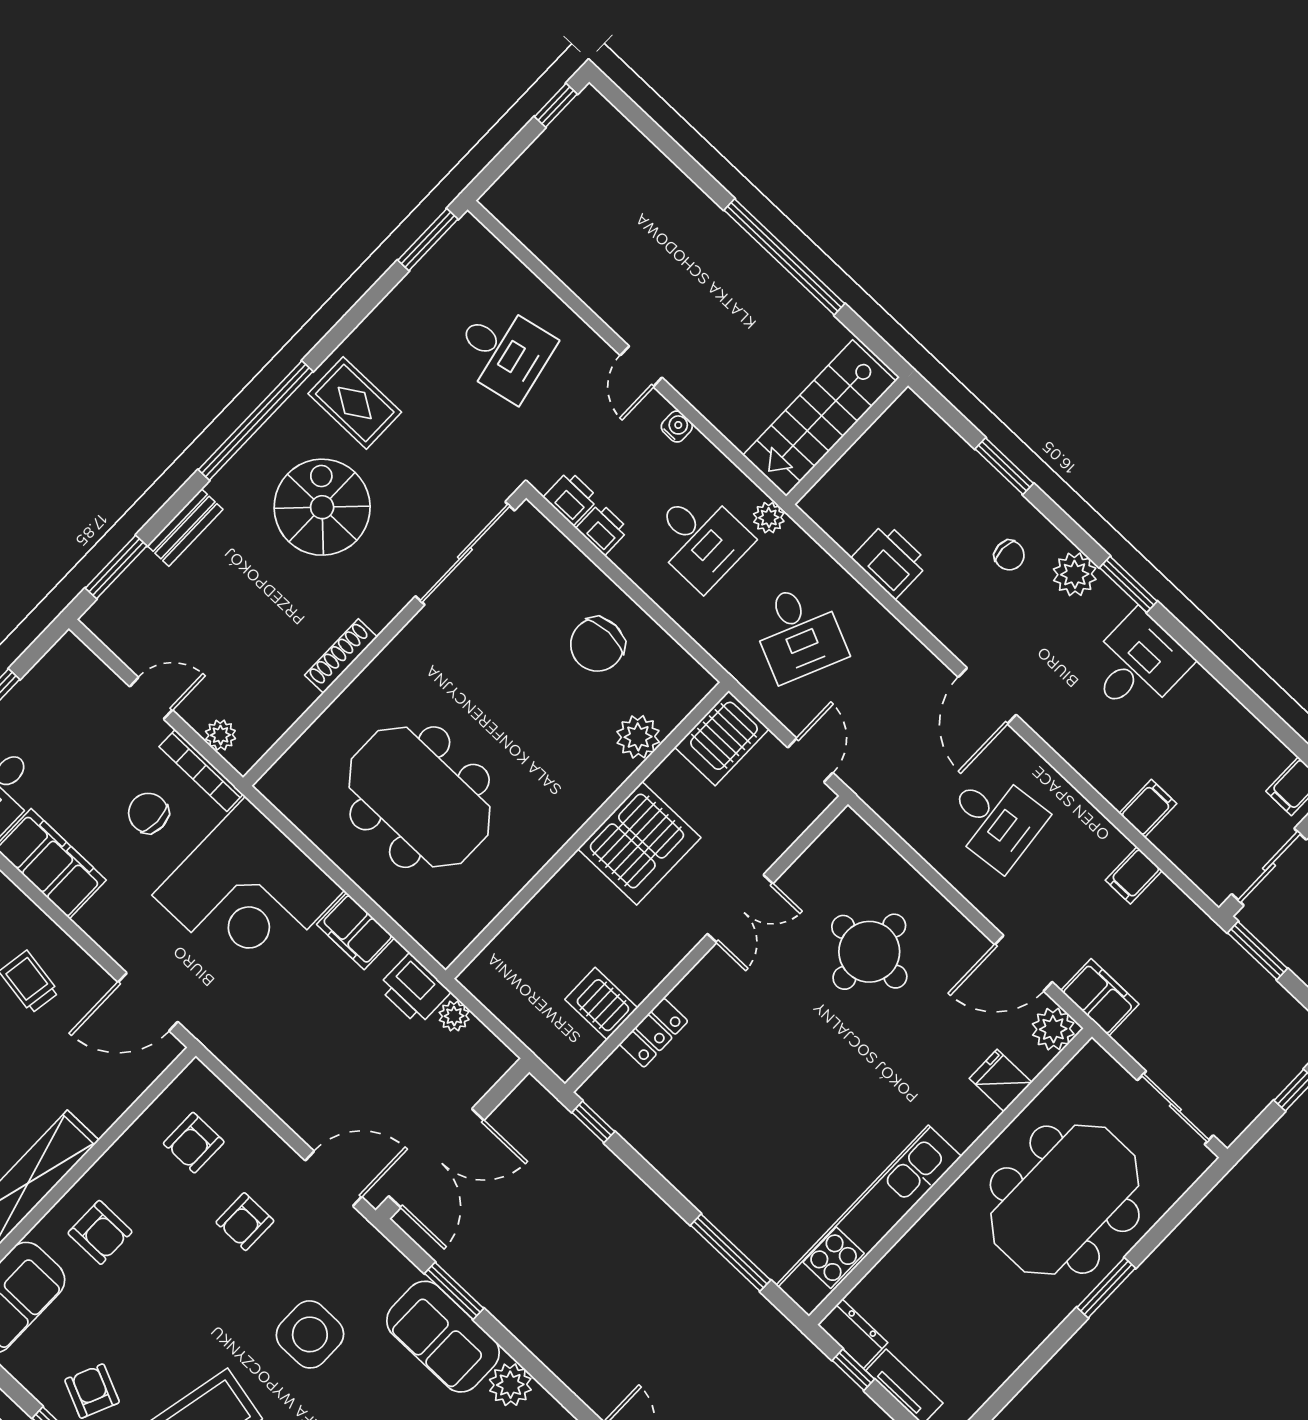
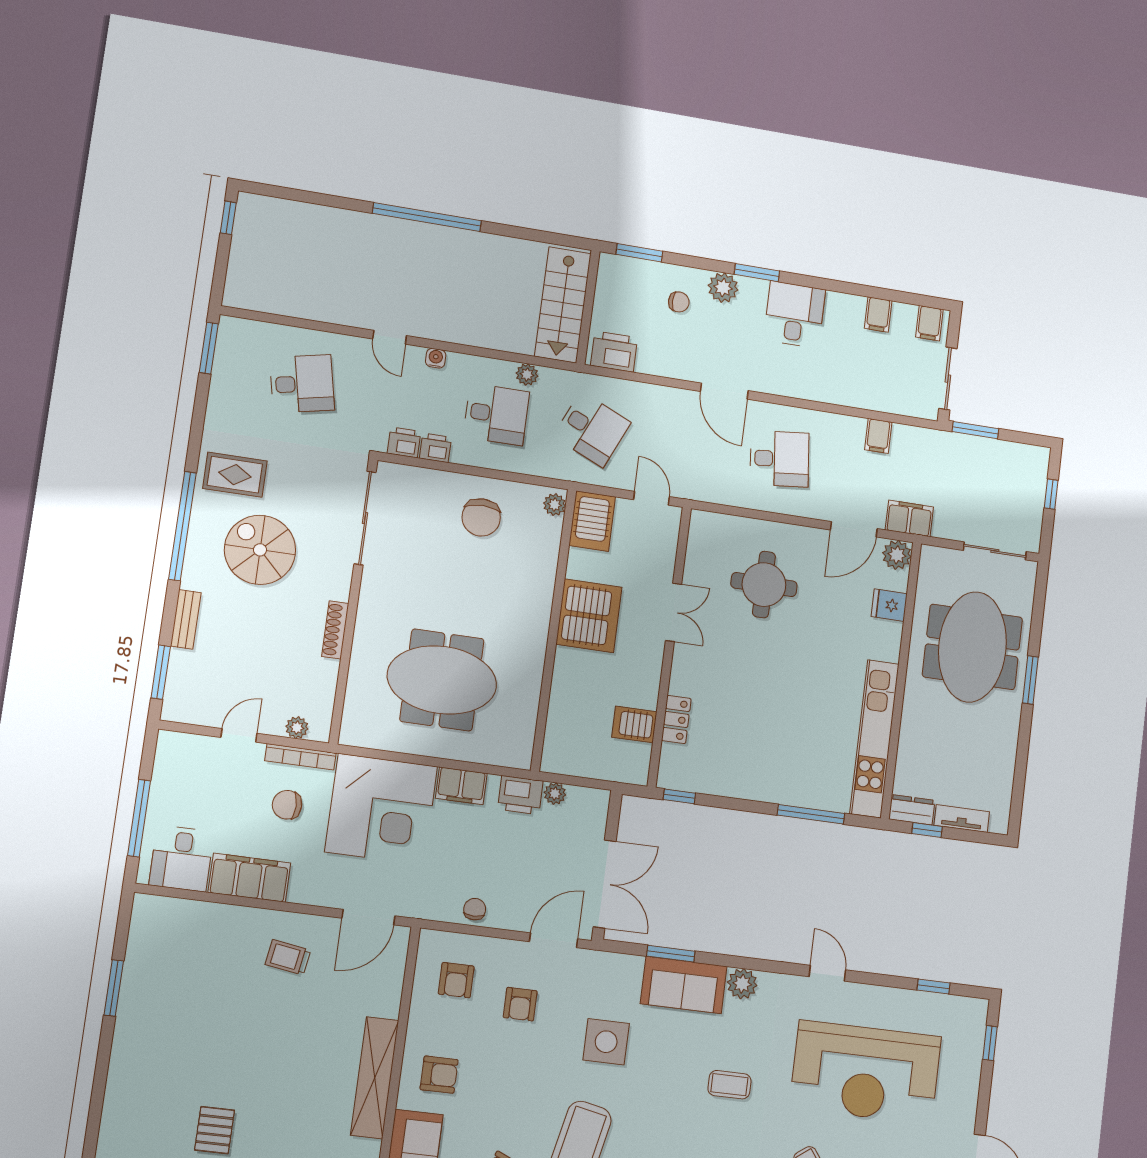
stairs: (819, 418) -> (563, 305), moved
wall: (847, 441) -> (588, 307), moved
plant: (638, 737) -> (555, 505), moved, width x0.73, depth x0.73
filing cabinet: (1148, 808) -> (878, 315), moved, turned 180
chair: (271, 1079) -> (475, 909), added

